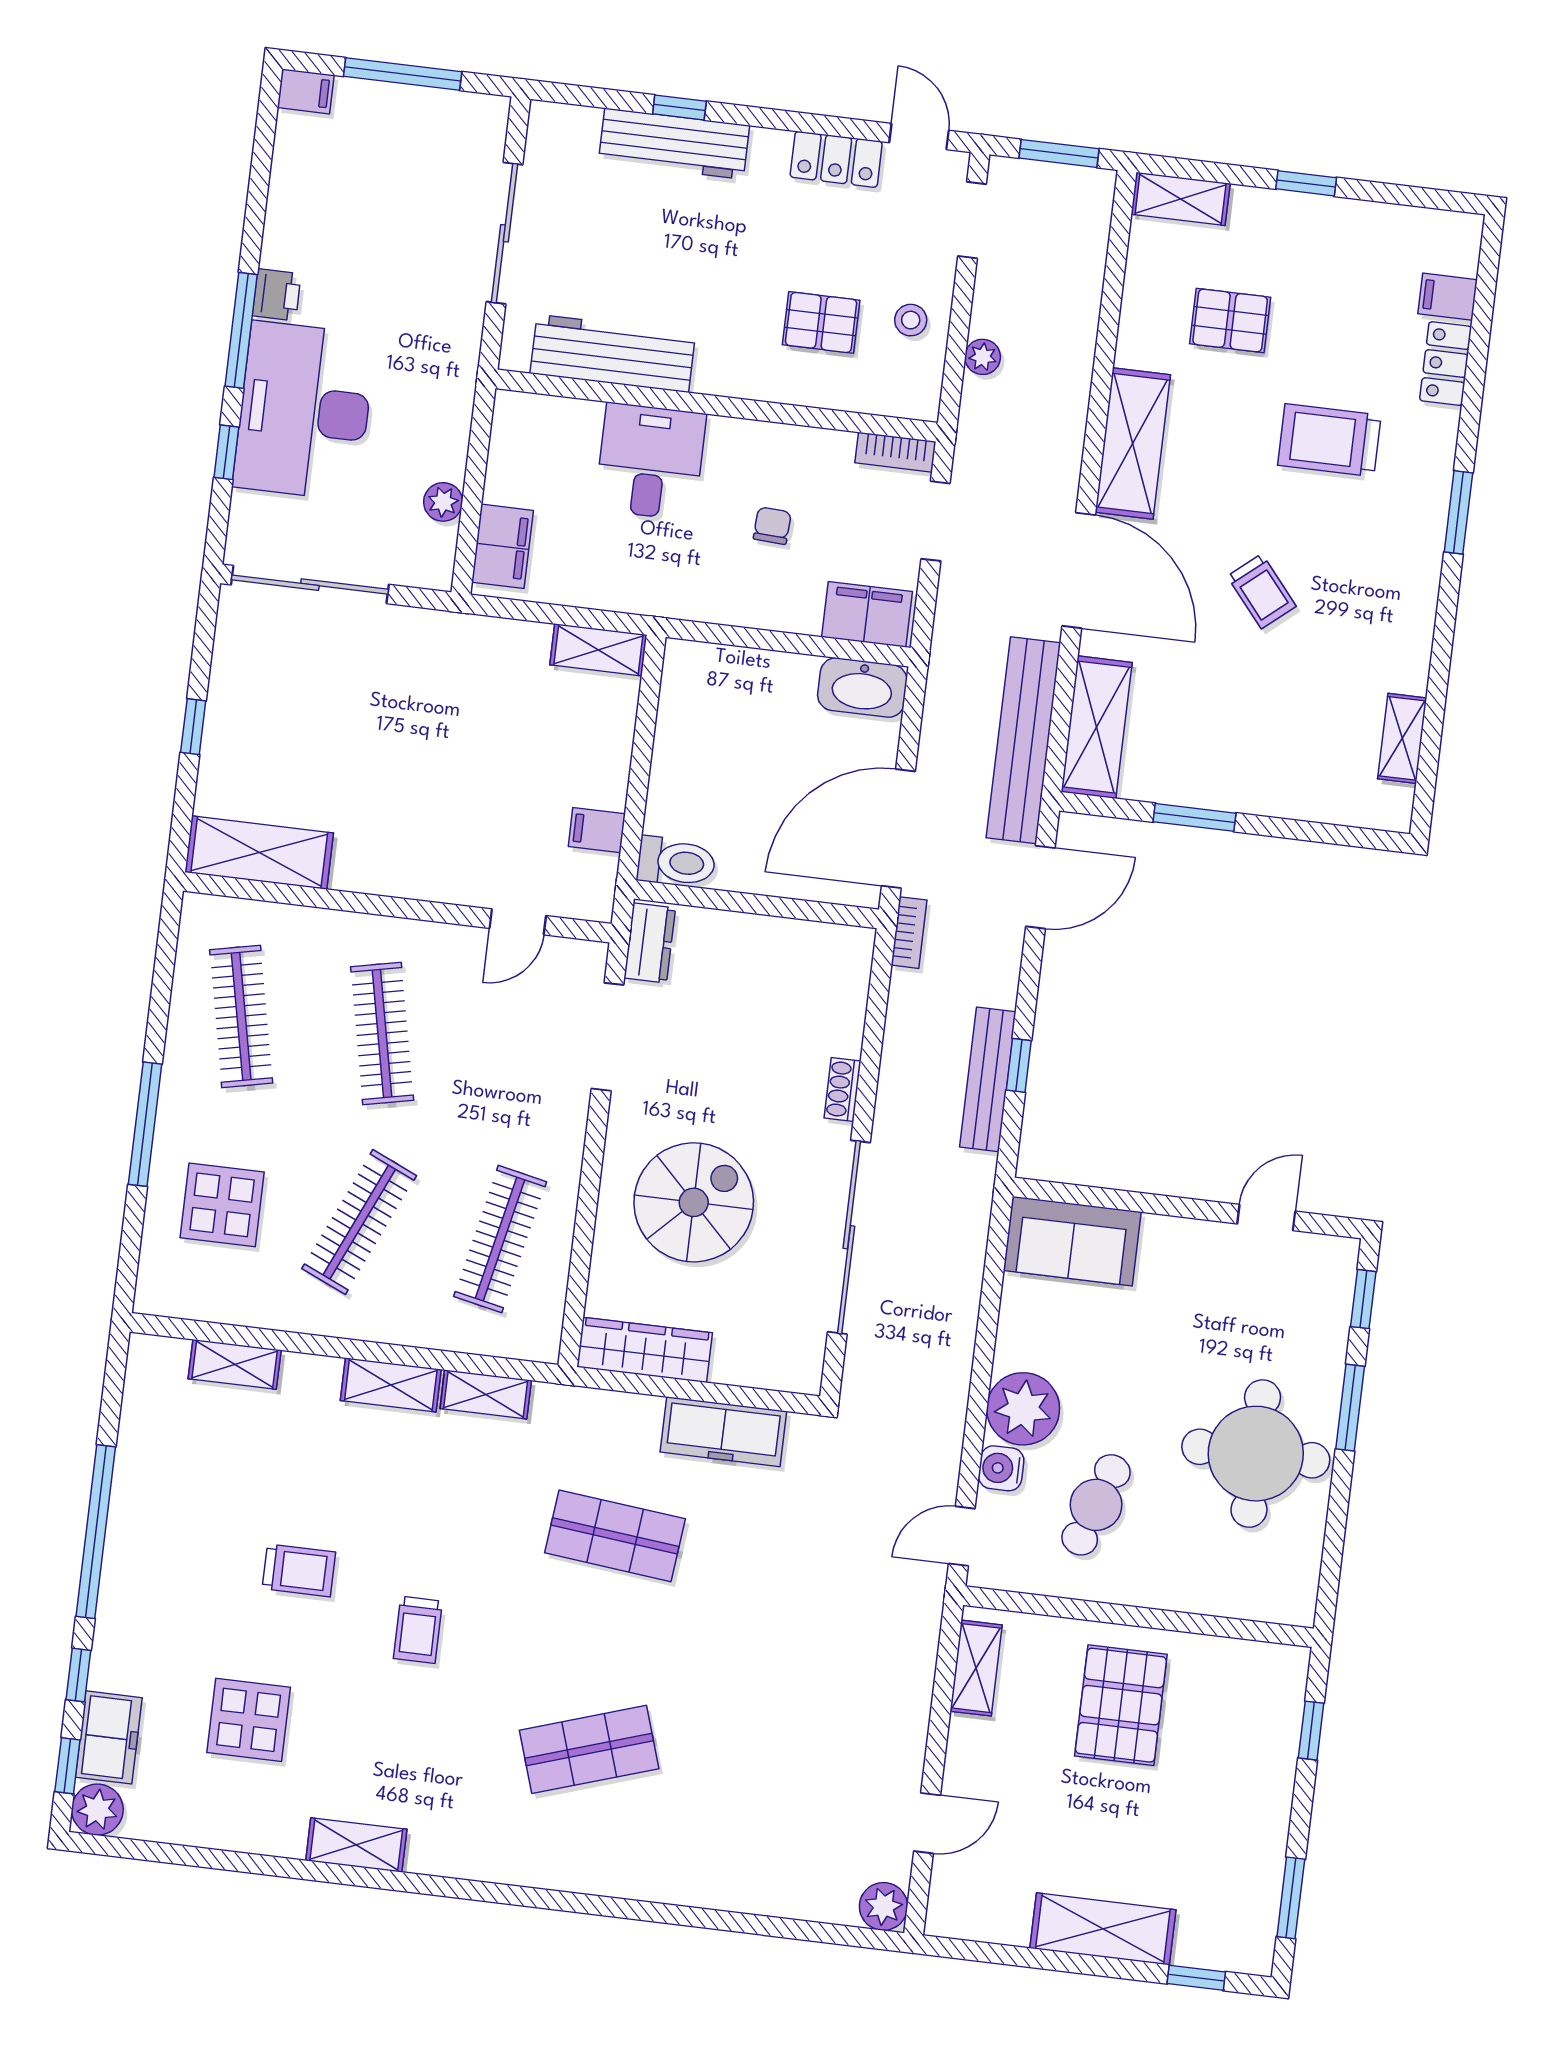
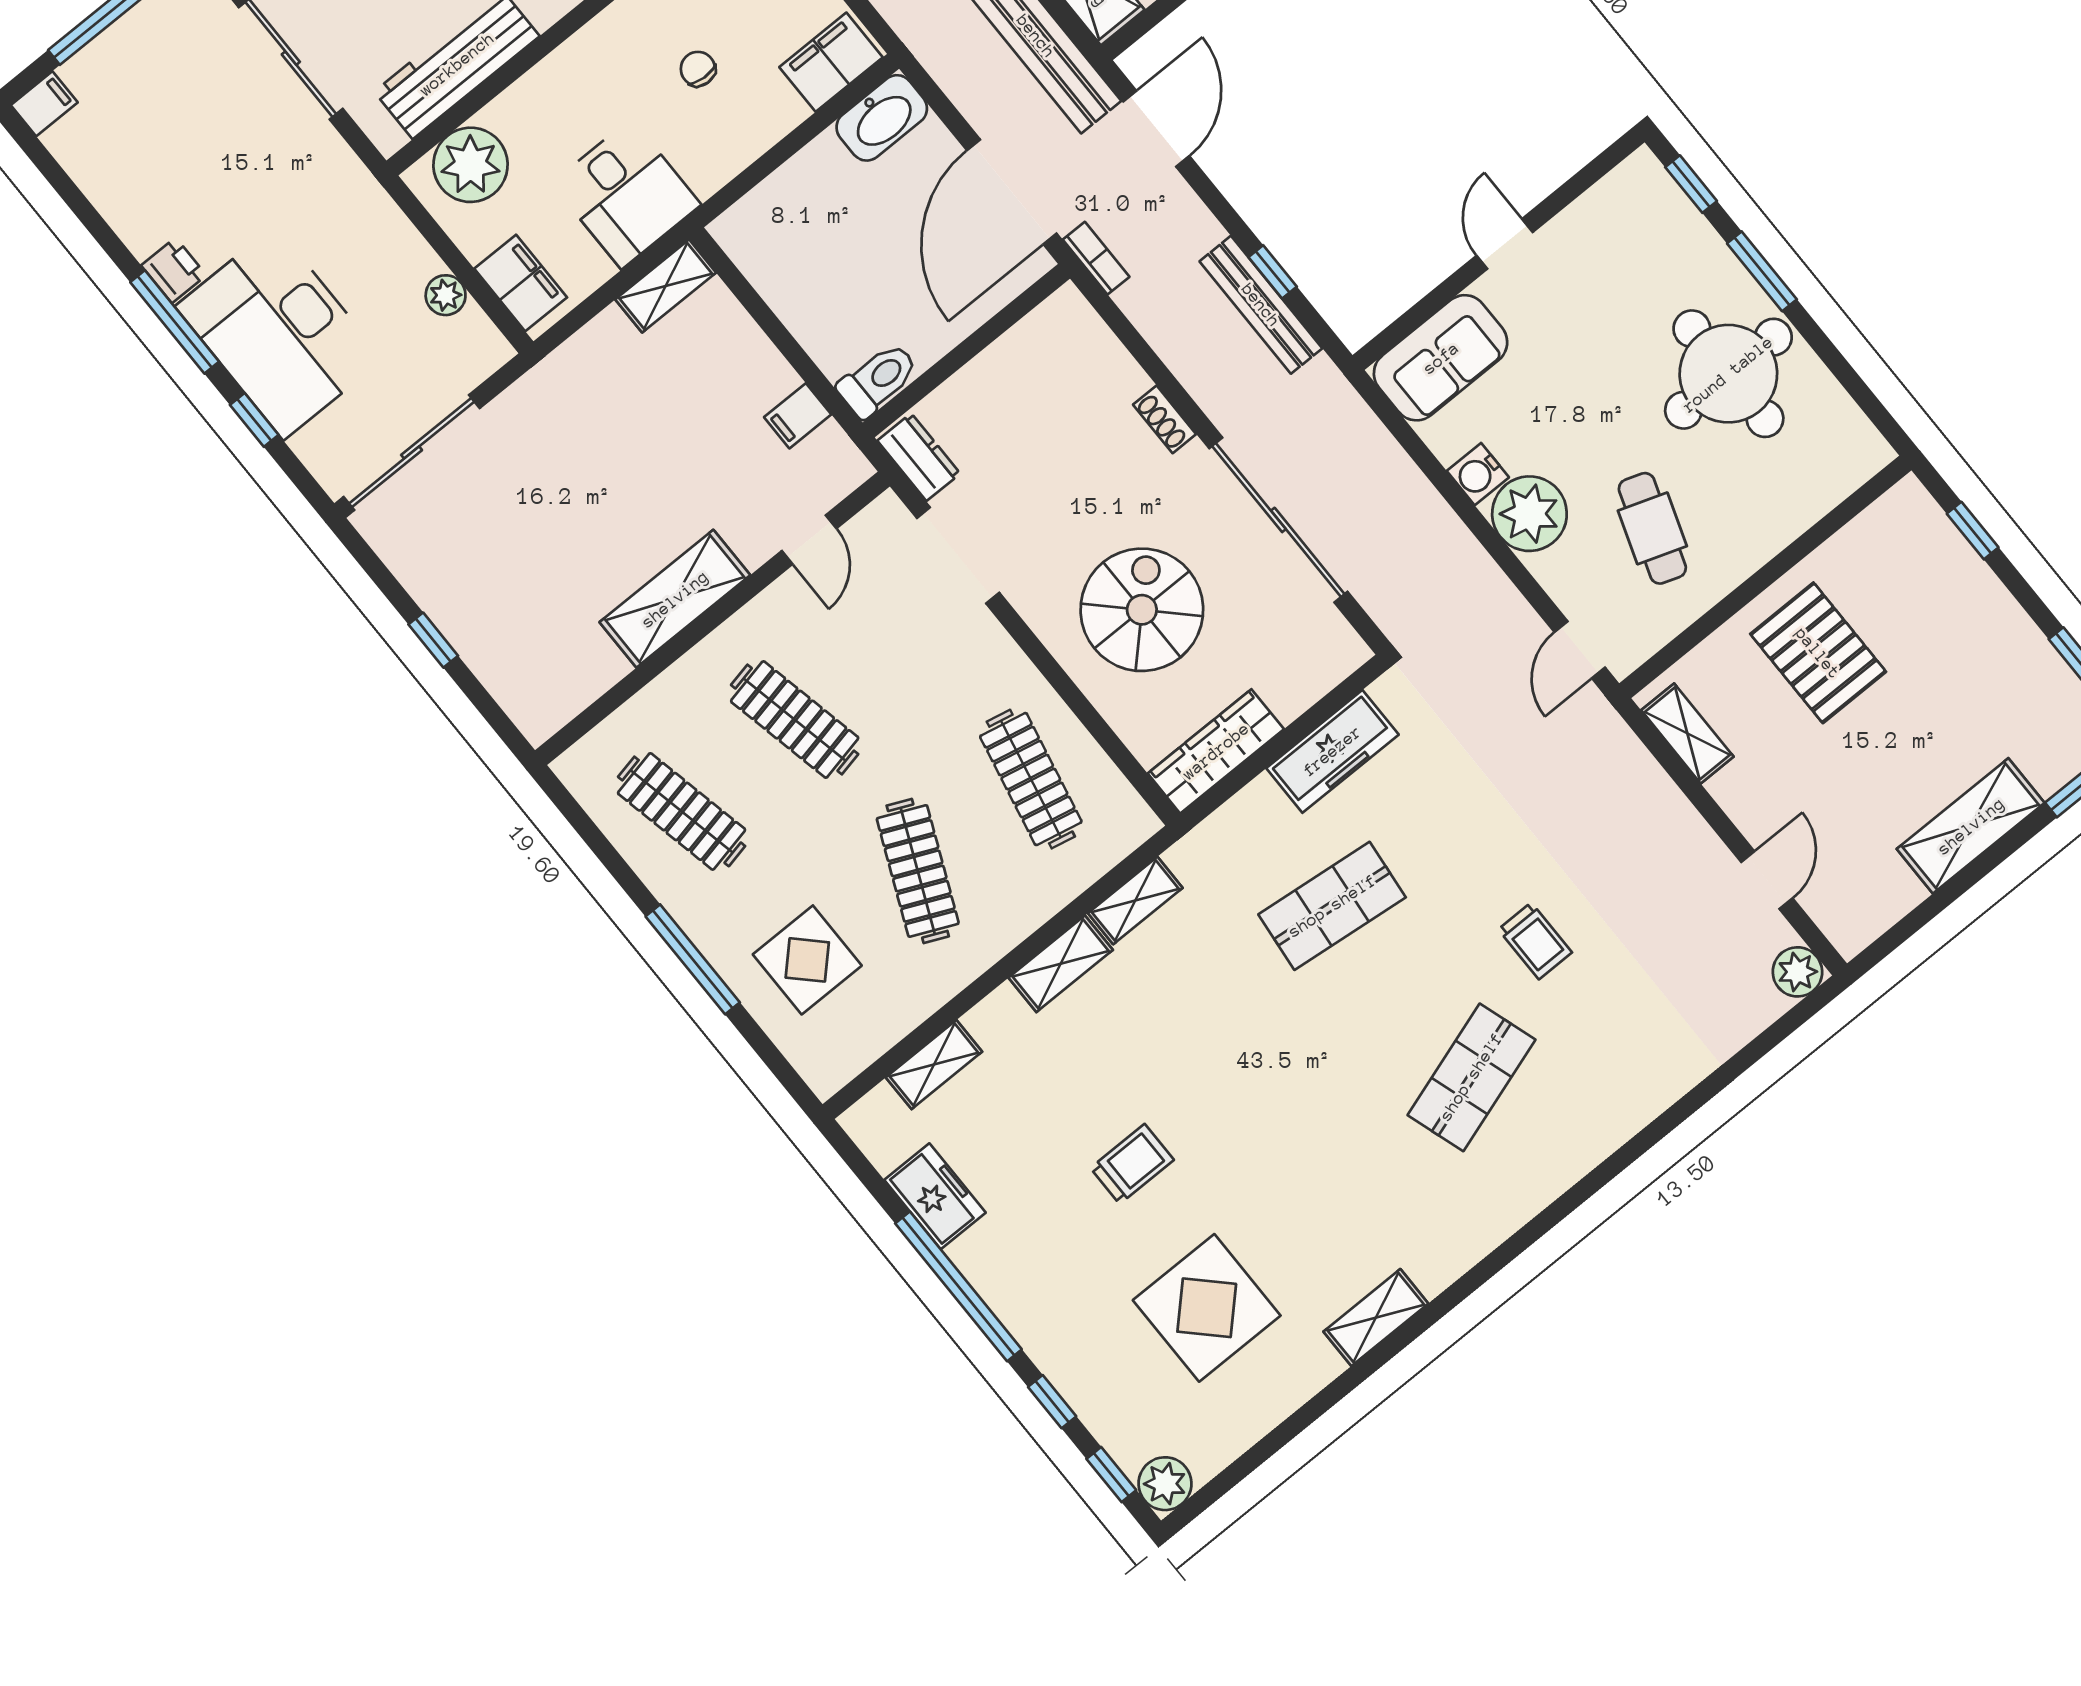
plant: (551, 431) -> (470, 165), added
desk: (650, 462) -> (626, 194), moved, turned 180
shelving: (259, 853) -> (675, 599), moved
door: (1266, 1218) -> (1505, 244), moved
water cooler: (1001, 1468) -> (1478, 474), moved
trolley: (418, 1630) -> (1535, 941), moved
display table: (249, 1720) -> (1207, 1308), width x1.36, depth x1.36
freezer: (109, 1737) -> (935, 1196), moved

